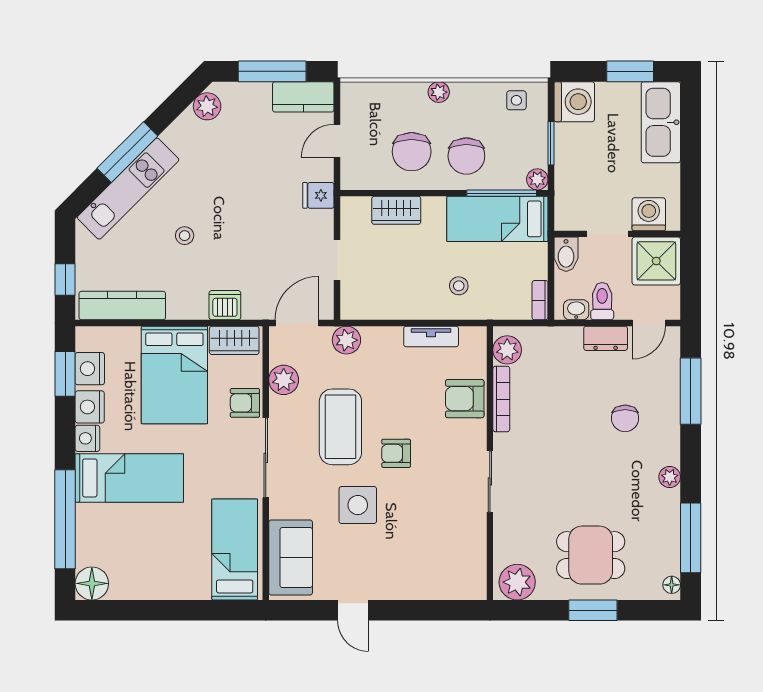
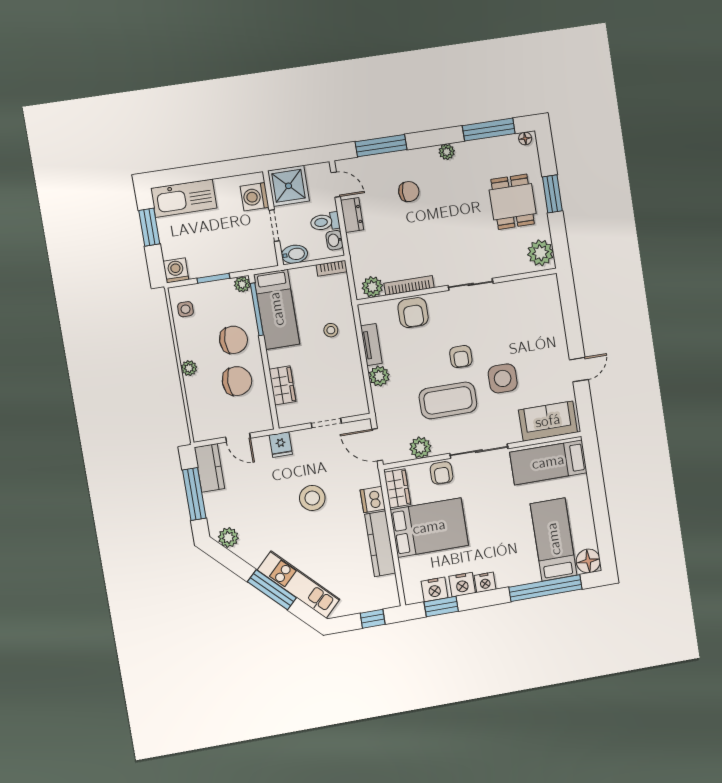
washing machine: (574, 102) -> (176, 270), width x0.73, depth x0.73
stool: (185, 236) -> (312, 498), moved, width x1.89, depth x1.89
kitchen counter: (122, 306) -> (380, 544), moved
plant: (346, 340) -> (379, 376), moved
bed: (129, 478) -> (554, 539), moved

